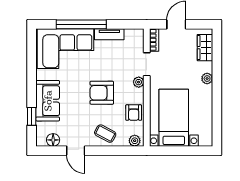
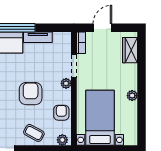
plant: (207, 79) -> (132, 96), moved
armchair: (102, 93) -> (31, 94), turned 90
armchair: (134, 113) -> (61, 113), turned 180

